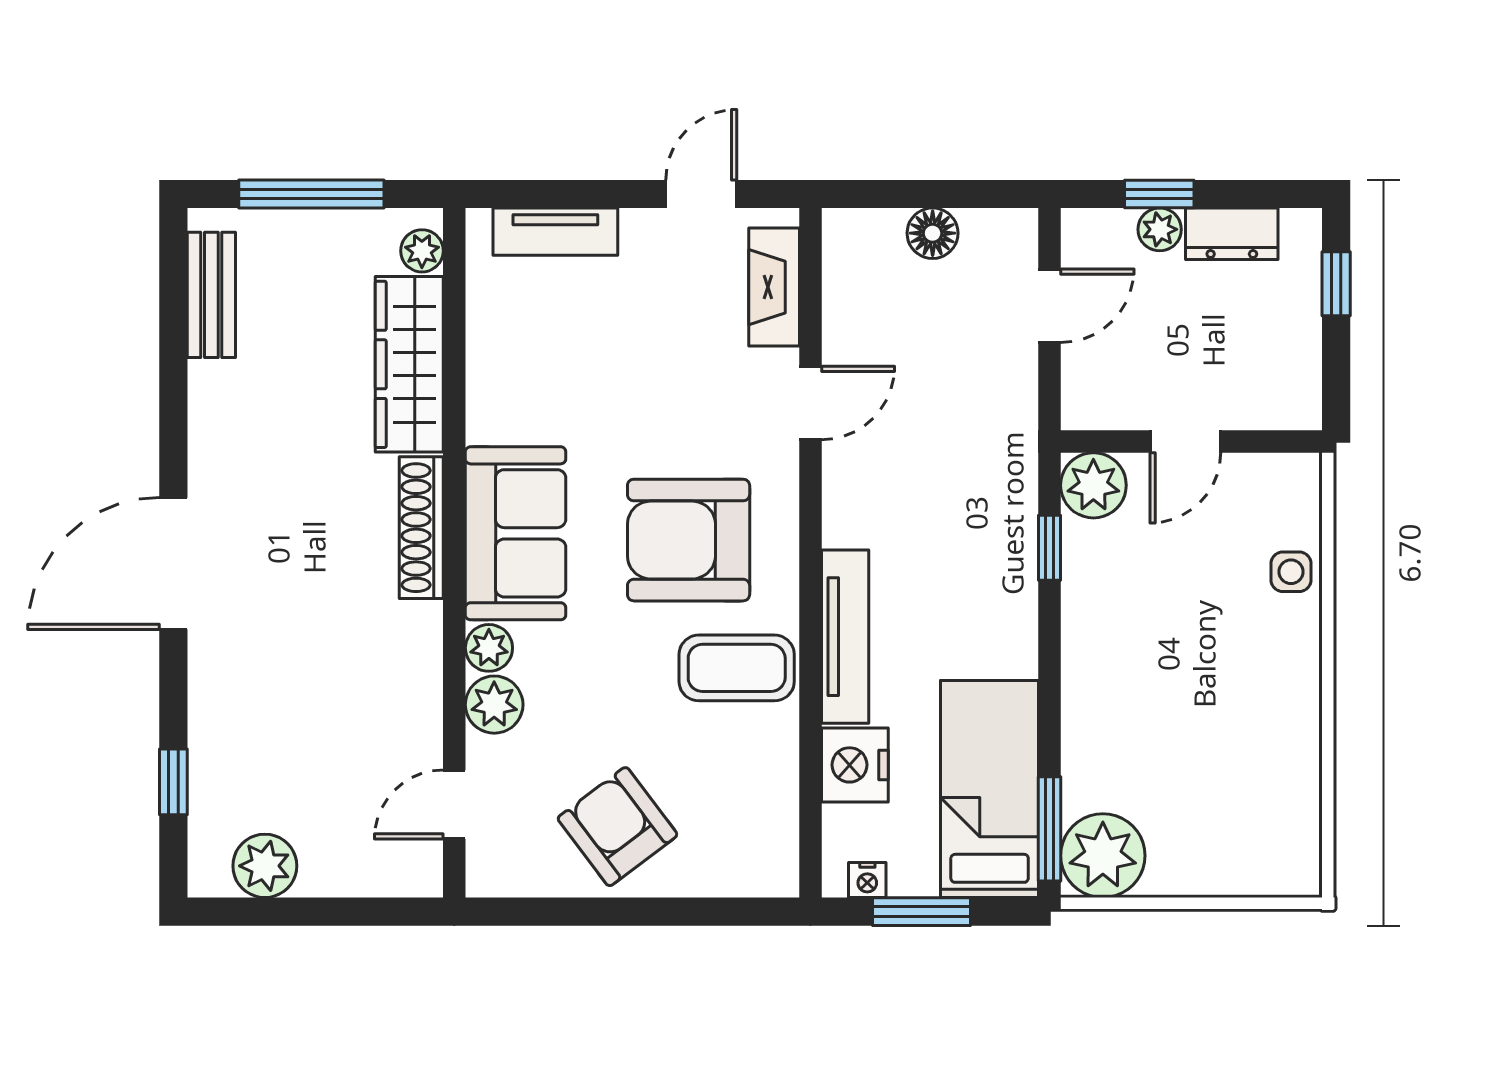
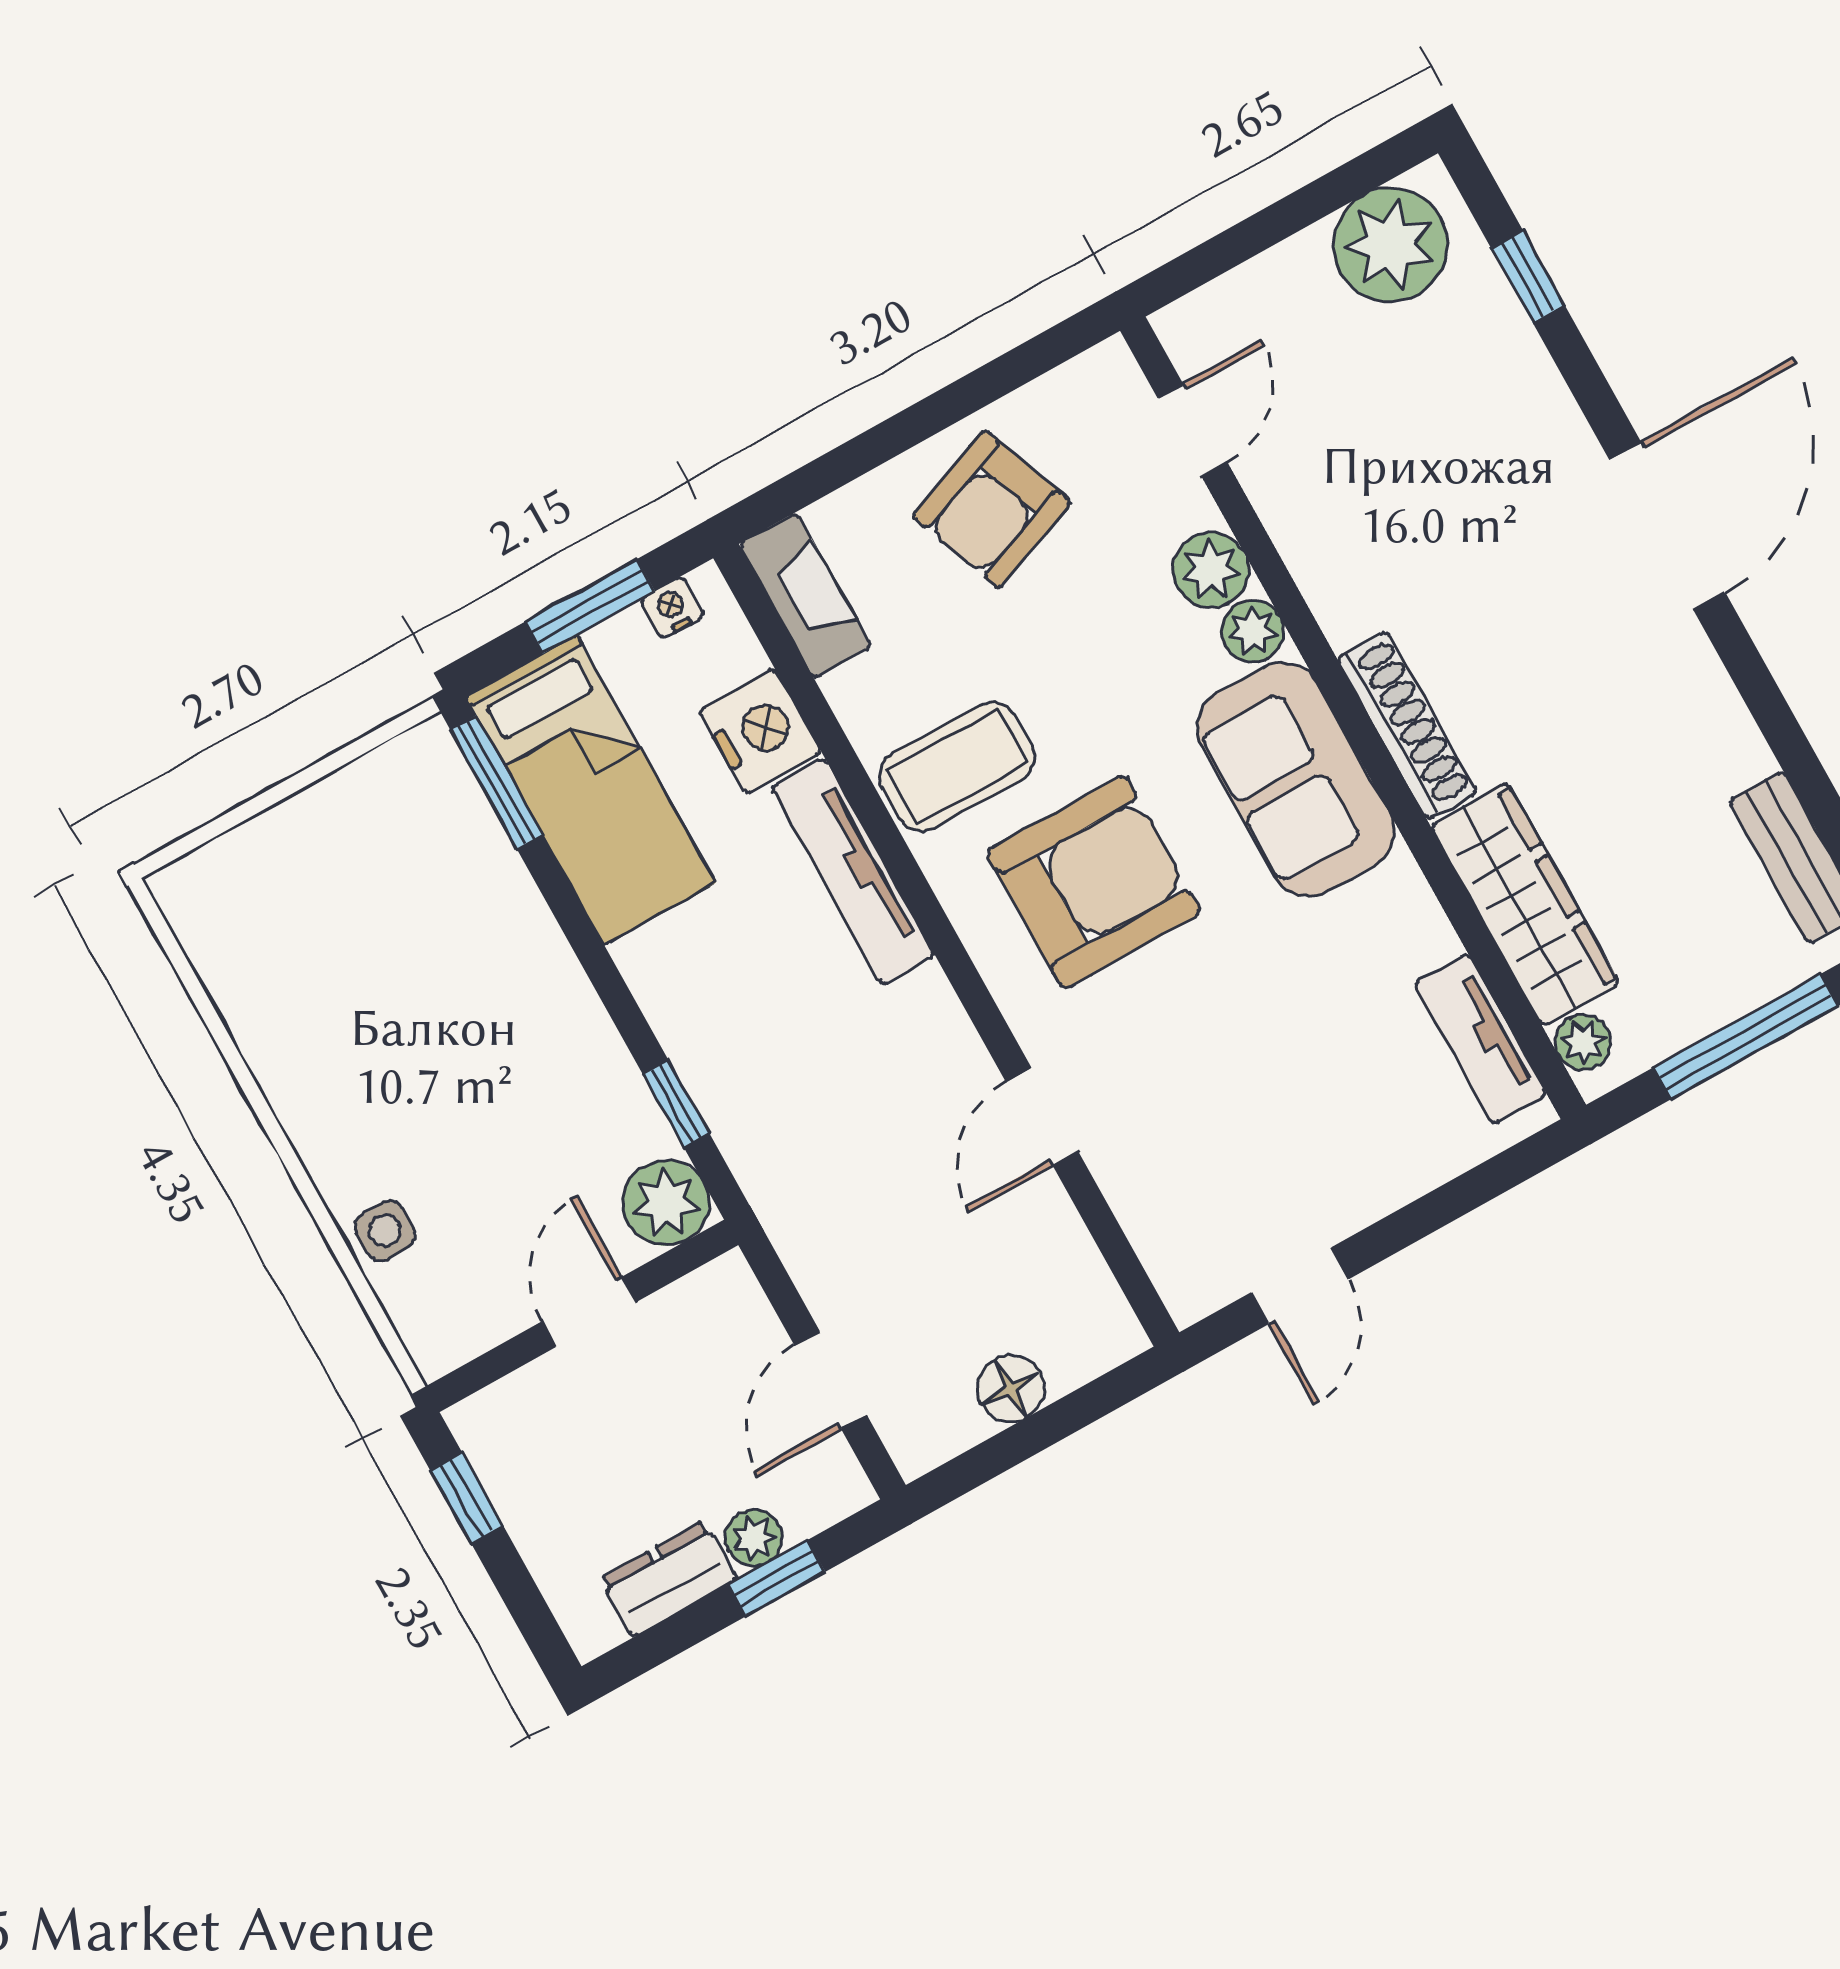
tv unit: (555, 232) -> (1480, 1039), moved, turned -90
window: (1336, 284) -> (467, 1498), moved
fireplace: (774, 287) -> (805, 595), moved
armchair: (617, 827) -> (992, 509), turned 106
plant: (1103, 856) -> (419, 786), removed
plant: (265, 866) -> (1390, 245), width x1.36, depth x1.36

